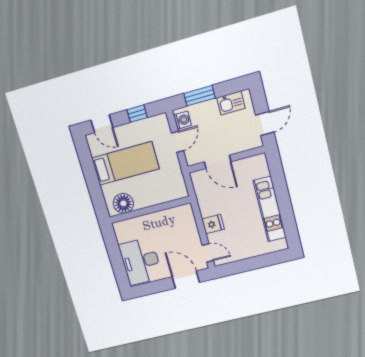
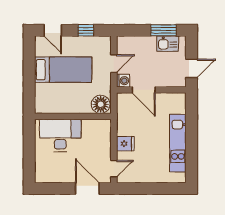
window: (199, 96) -> (164, 30), moved
washing machine: (182, 120) -> (123, 81), moved
floor lamp: (123, 203) -> (101, 104), moved
door: (208, 253) -> (114, 169), hinge flipped
desk: (141, 261) -> (60, 135), moved, turned 90

